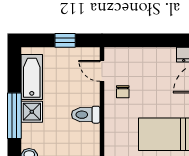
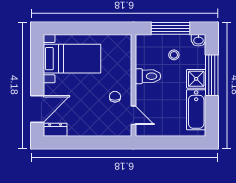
window: (65, 40) -> (166, 142), removed
stool: (57, 139) -> (174, 55), added

